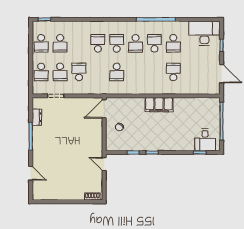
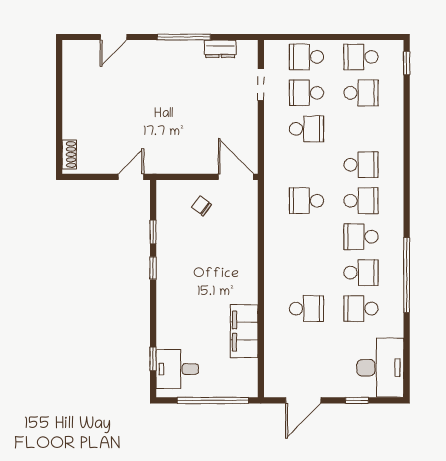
school desk: (60, 43) -> (361, 93), turned 180
filing cabinet: (159, 105) -> (244, 331), moved

